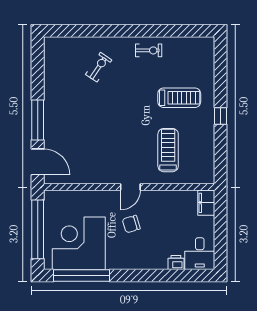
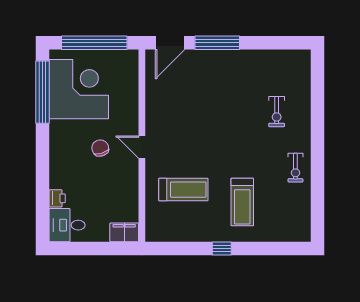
exercise bike: (99, 67) -> (277, 112), turned 56

